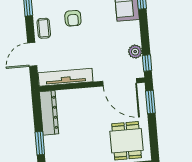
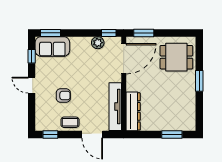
dresser: (49, 113) -> (133, 111), moved, turned 90

